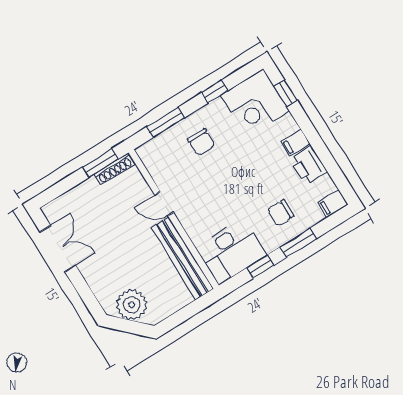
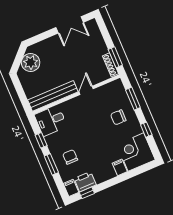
window: (286, 93) -> (87, 193), moved
filing cabinet: (295, 143) -> (120, 167), moved
printer: (309, 165) -> (85, 182), moved
desk: (231, 251) -> (51, 121), width x0.73

